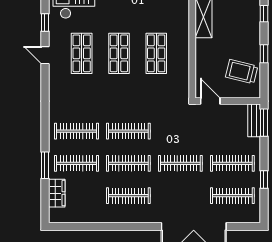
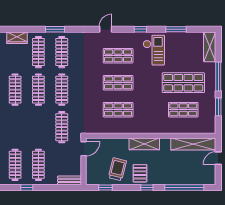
pallet: (244, 23) -> (140, 173), added
window: (264, 54) -> (105, 188), moved
door: (45, 55) -> (106, 29), moved
trolley: (242, 72) -> (117, 169), moved
window: (264, 123) -> (68, 188), removed
clothes rail: (180, 163) -> (62, 127), moved
window: (45, 165) -> (55, 29), moved

